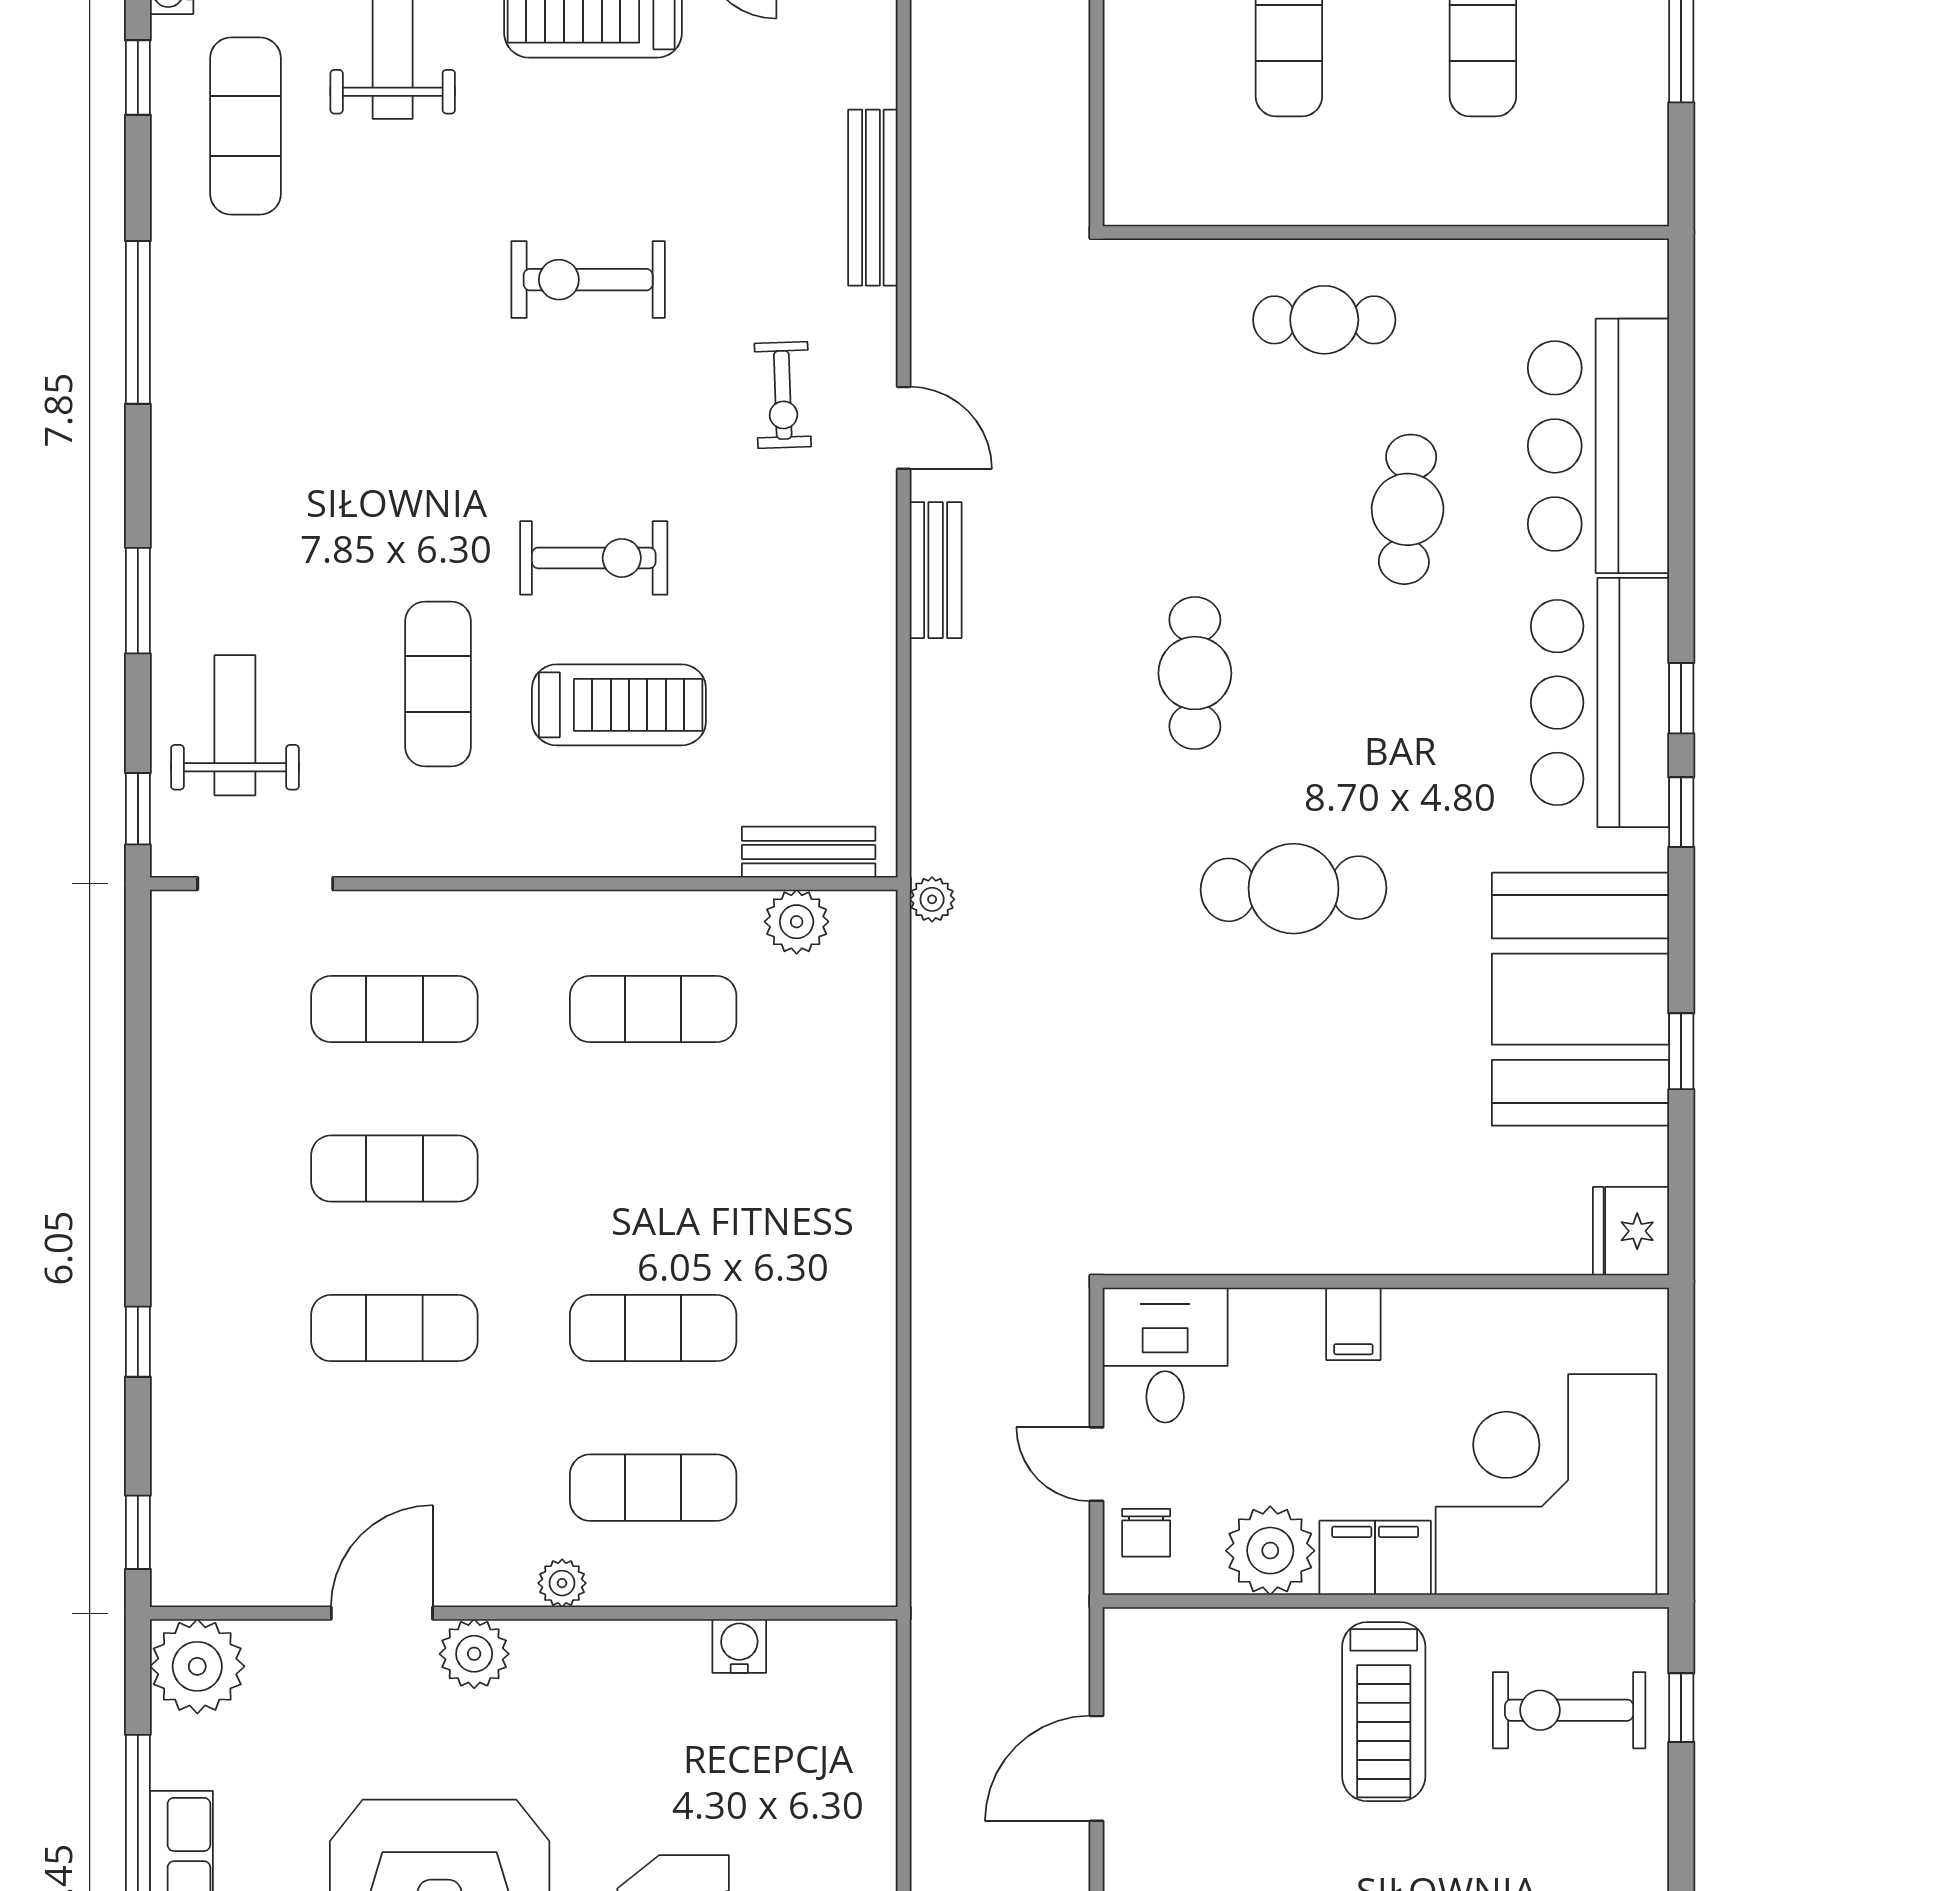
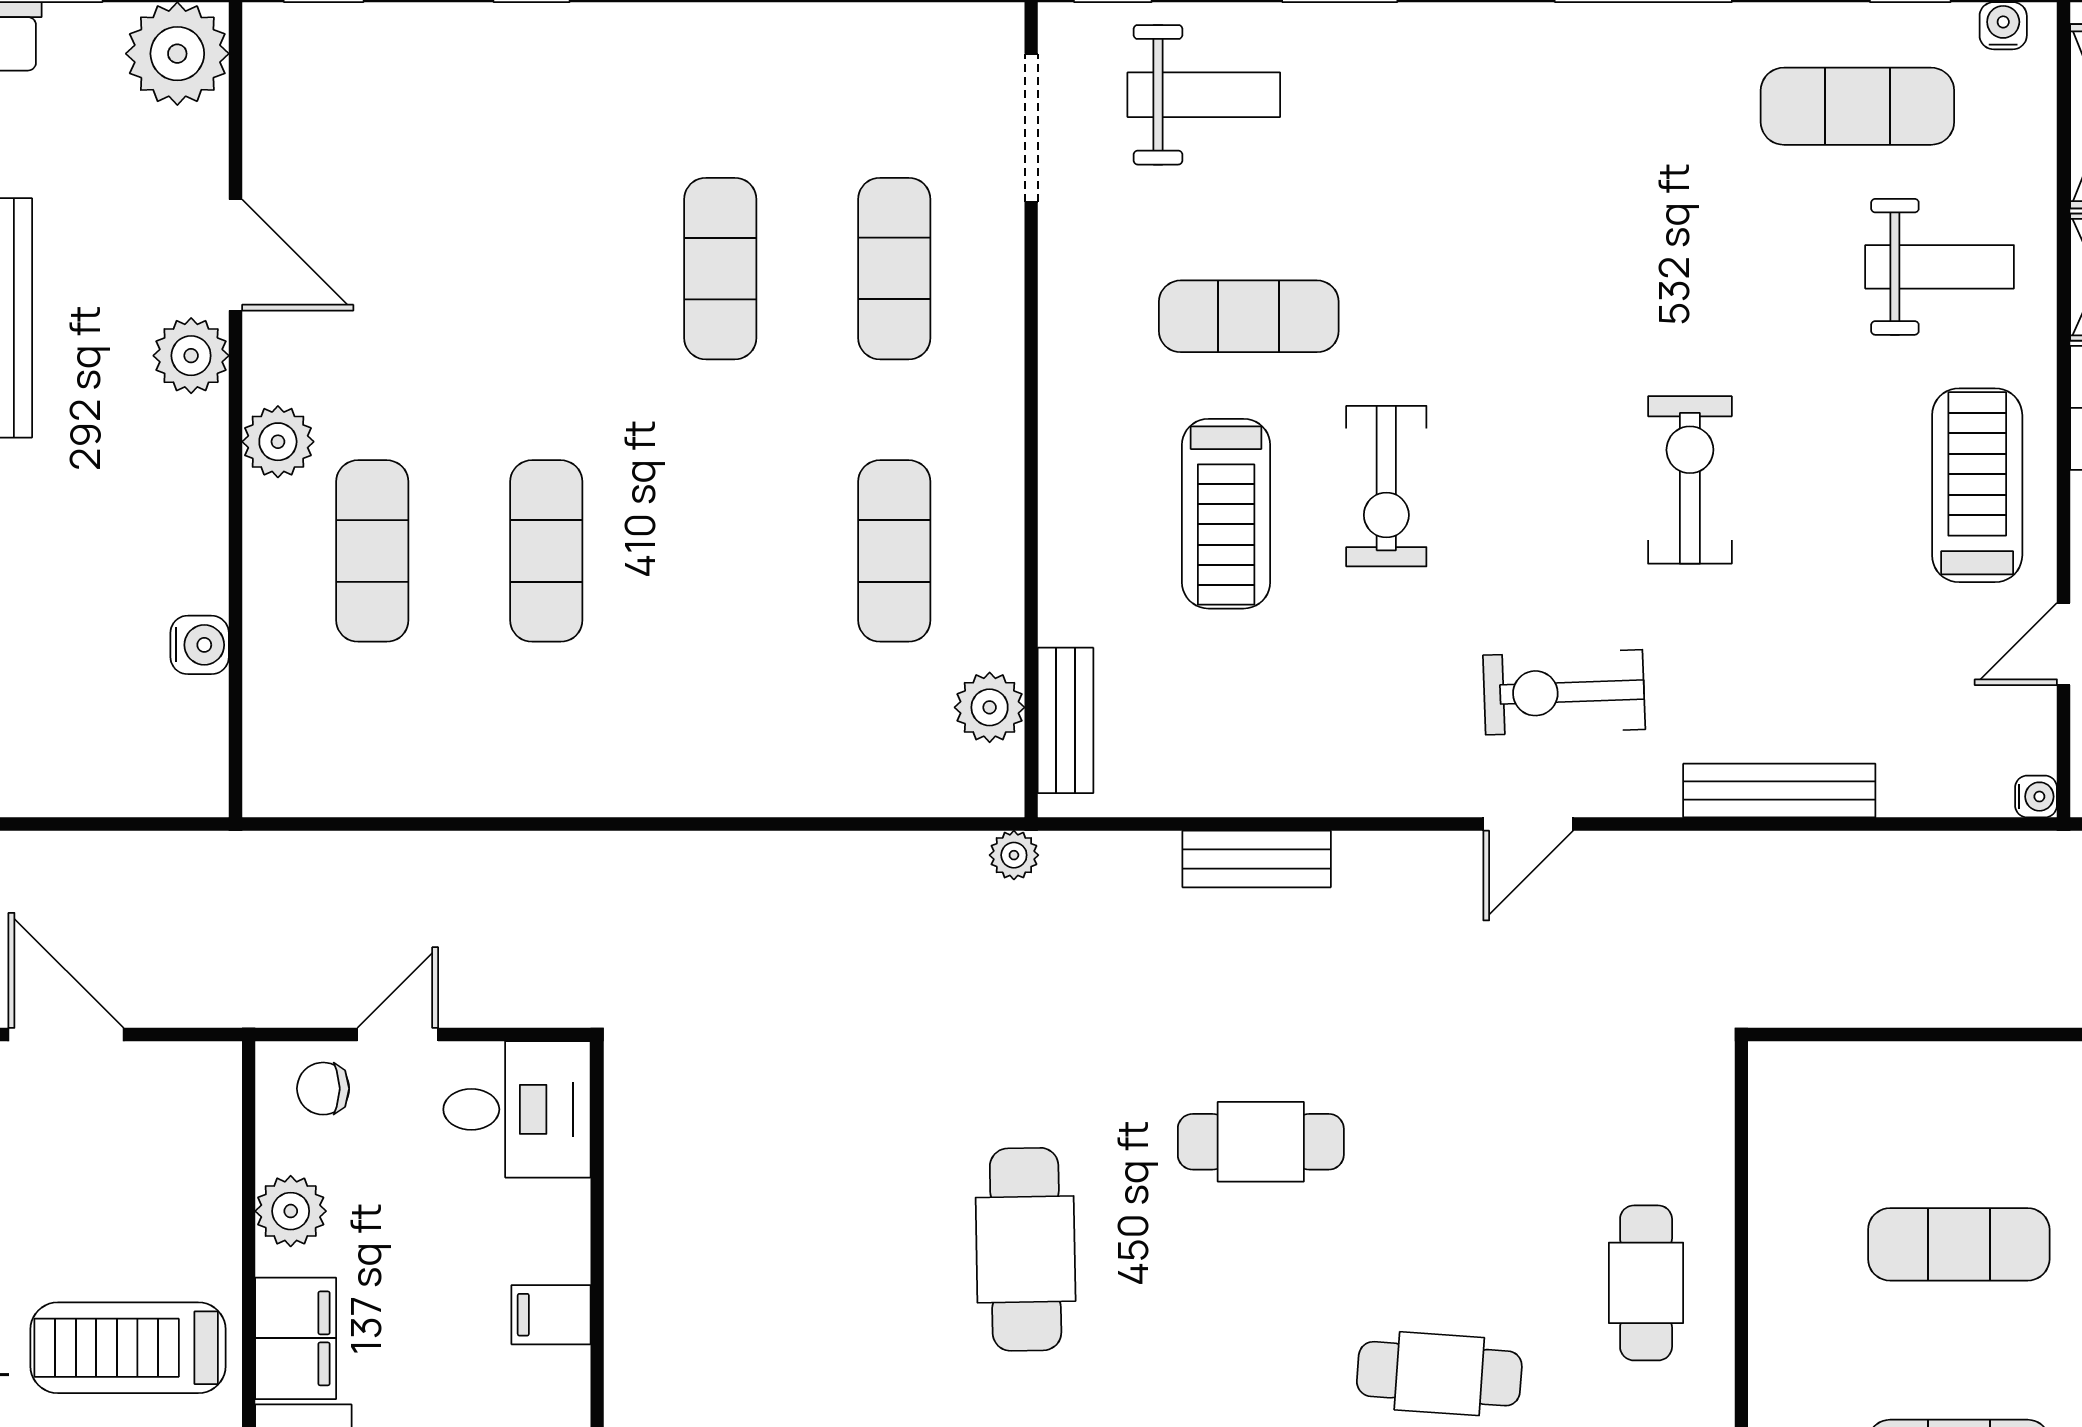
exercise bike: (783, 395) -> (1564, 692), width x1.38, depth x1.39
bench: (936, 570) -> (1257, 859), moved
exercise mat: (394, 1328) -> (546, 269), removed
plant: (1270, 1551) -> (291, 1211), width x0.73, depth x0.73
plant: (562, 1583) -> (278, 442), width x1.38, depth x1.38

